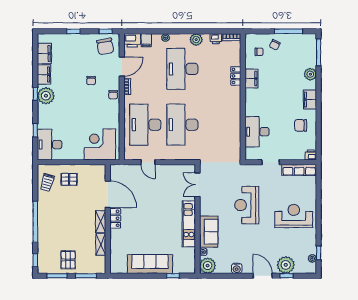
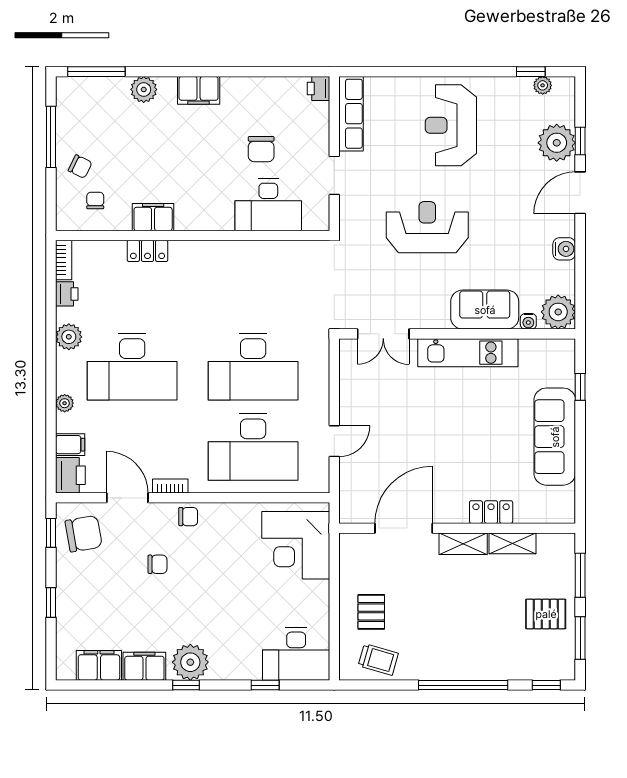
chair: (301, 125) -> (261, 149), moved
reception desk: (247, 205) -> (427, 227), turned 180
locker: (115, 218) -> (491, 512), moved

